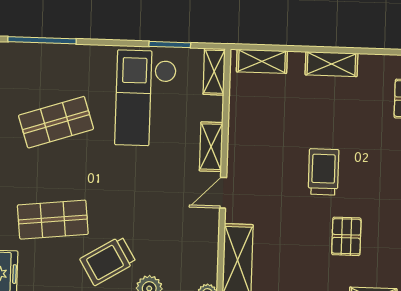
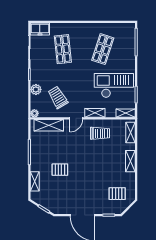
shop shelf: (56, 122) -> (103, 49), turned 36
trolley: (323, 172) -> (100, 133), moved
door: (223, 193) -> (76, 118), swing flipped
trolley: (108, 261) -> (58, 97), moved

